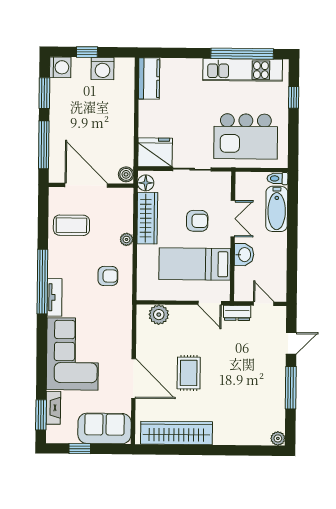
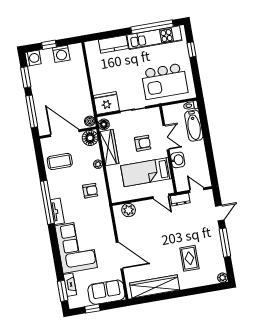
kitchen counter: (149, 78) -> (113, 44), moved, turned 90
floor lamp: (122, 199) -> (90, 138), added
rug: (189, 373) -> (189, 258), moved

